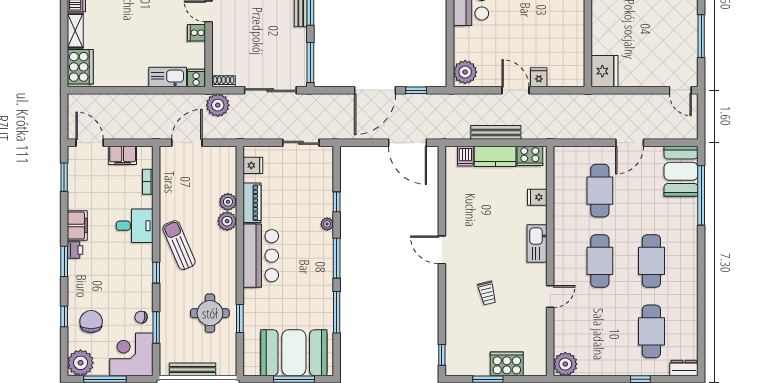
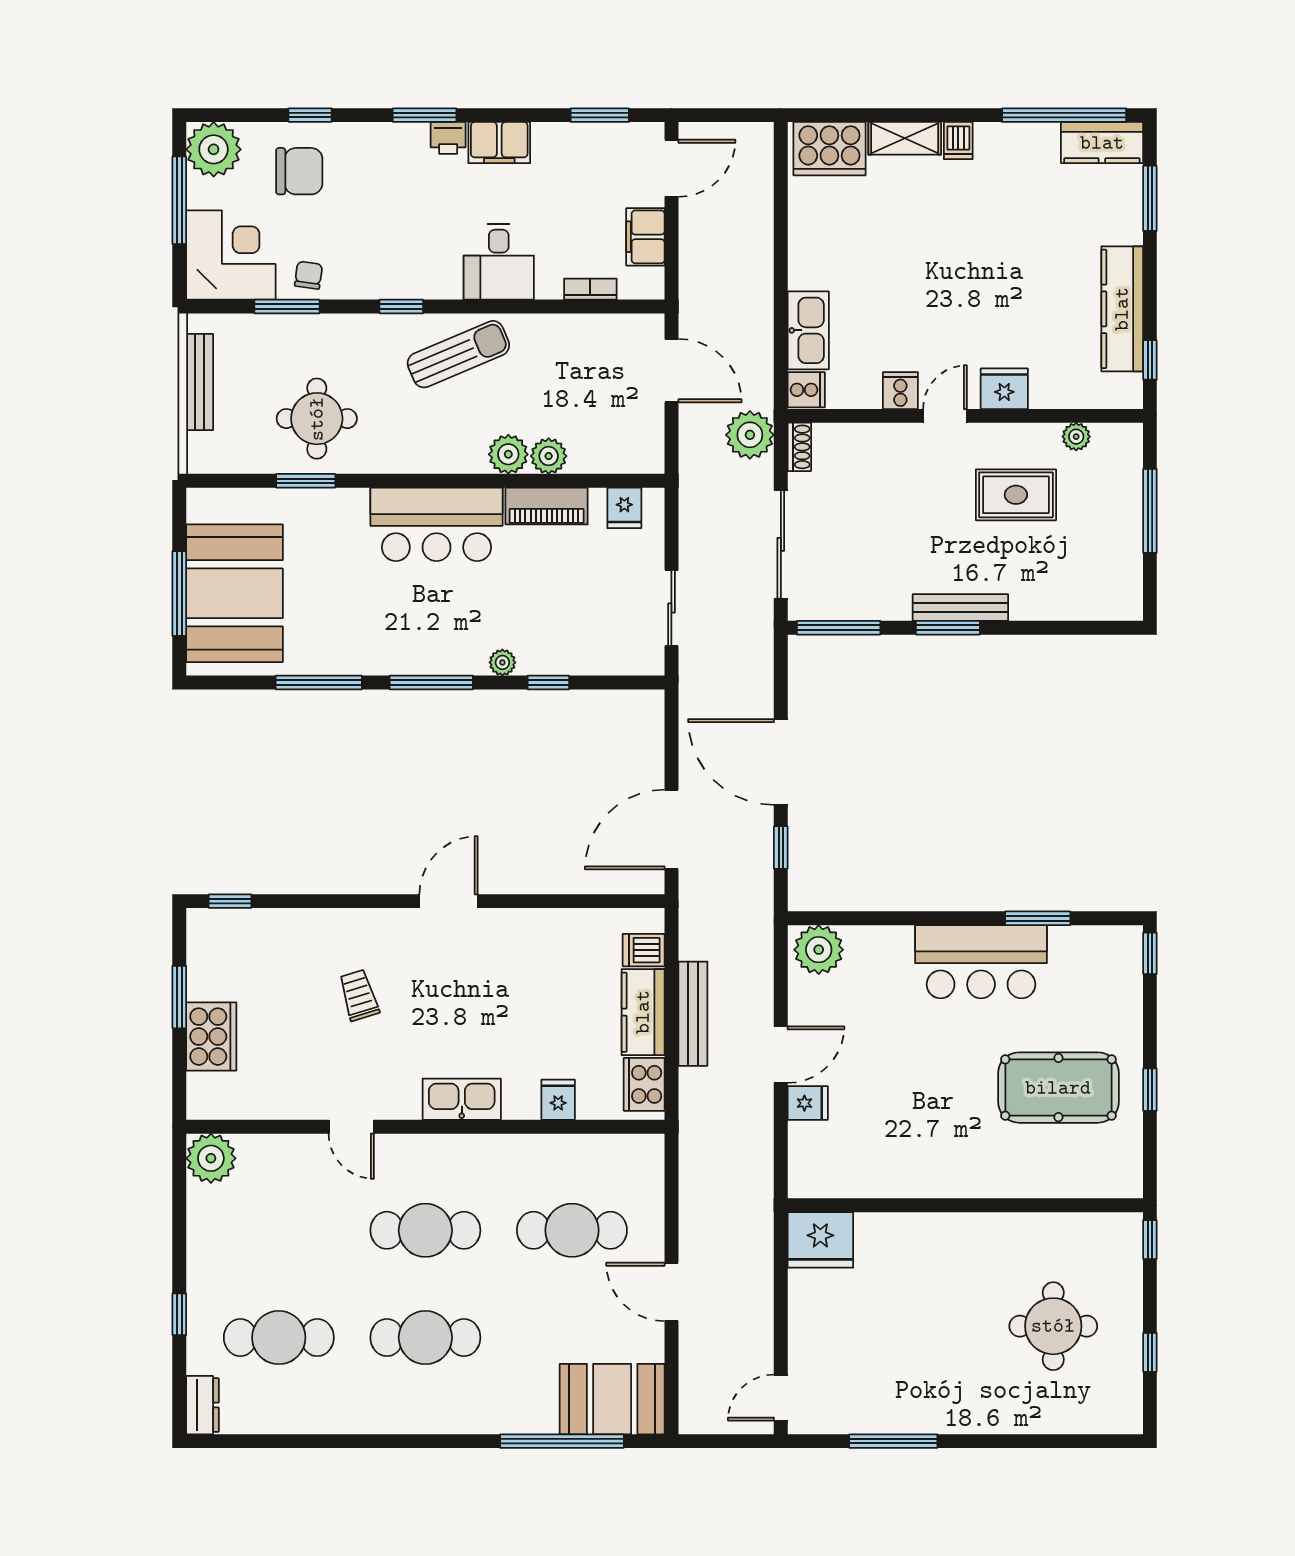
trolley: (487, 293) -> (359, 995), turned 87

